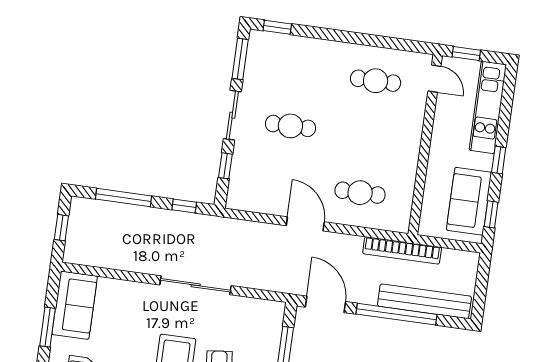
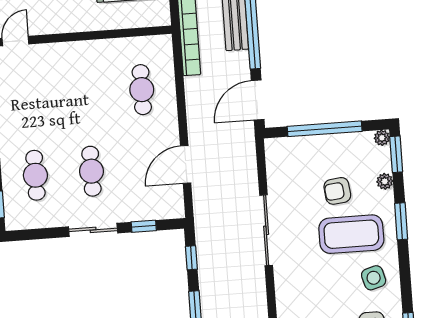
window: (240, 59) -> (37, 234), removed
cafe table: (376, 81) -> (35, 175), moved
door: (305, 224) -> (186, 164), moved

